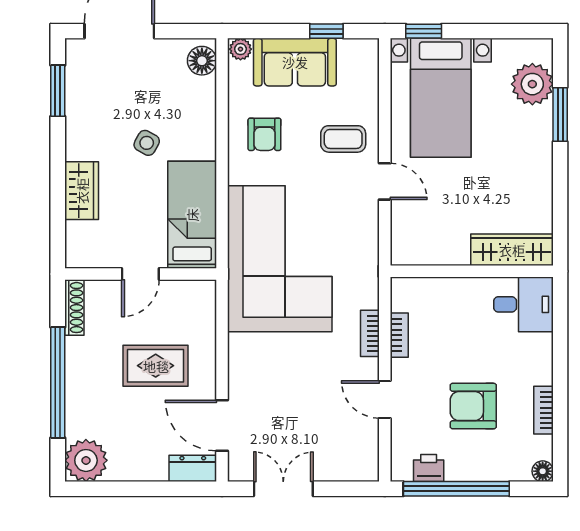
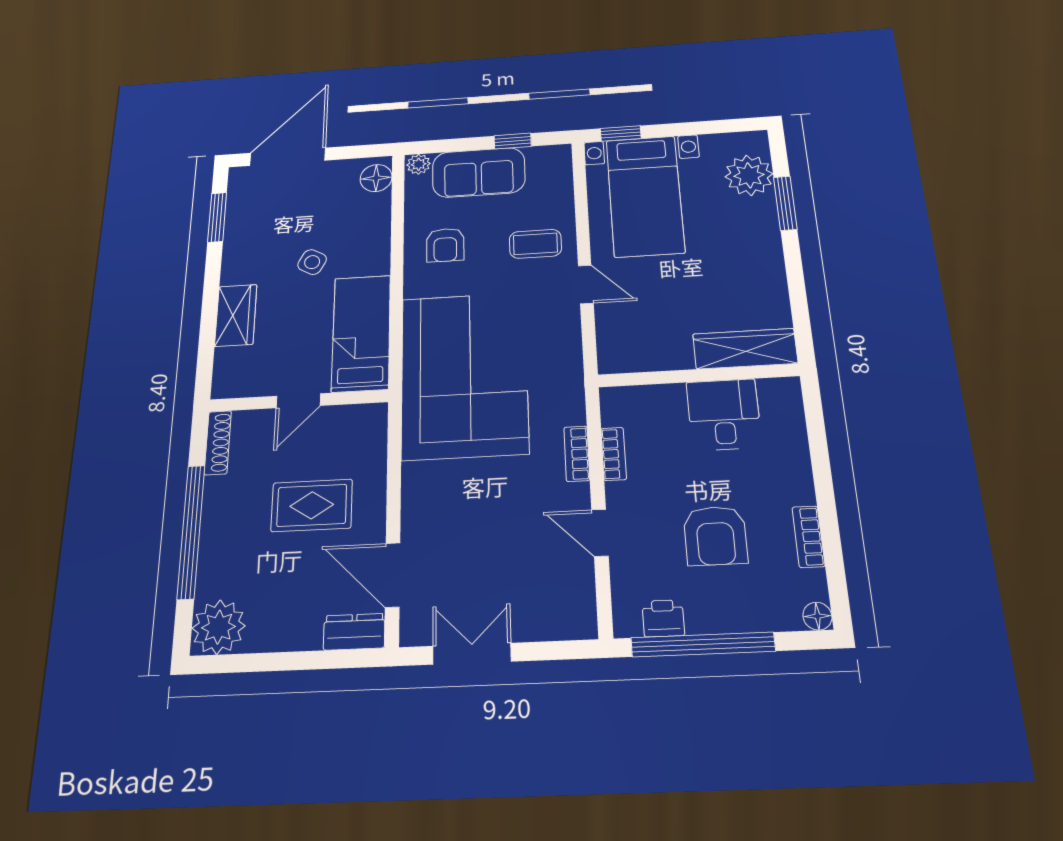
desk: (523, 304) -> (724, 414), moved, turned -90
armchair: (473, 406) -> (715, 536), turned -90

